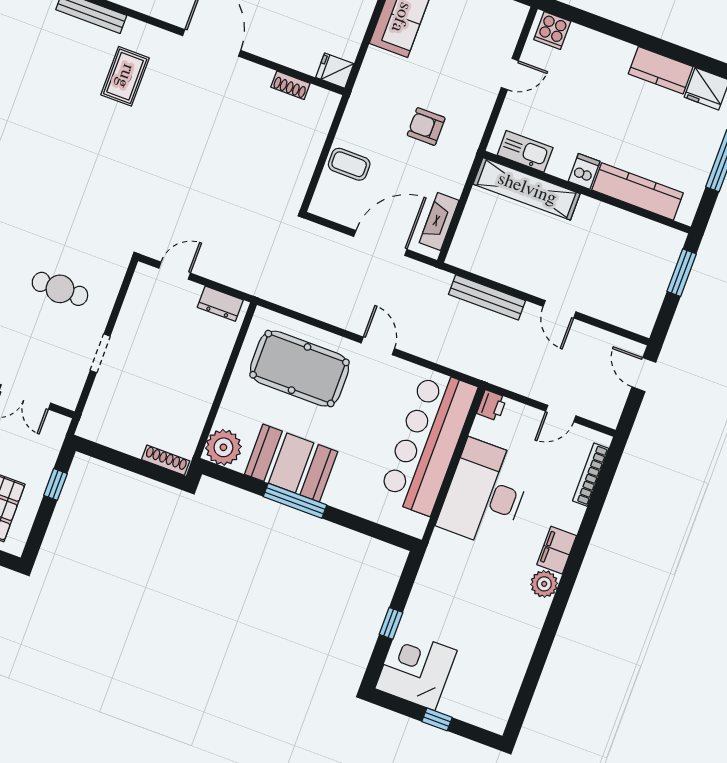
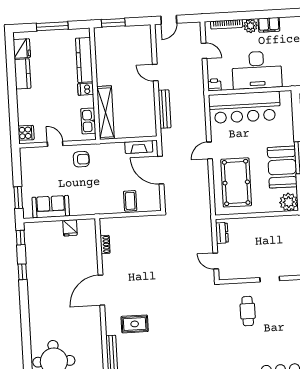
fridge: (335, 71) -> (70, 228), moved
armchair: (426, 126) -> (81, 159), moved, turned -90
door: (559, 309) -> (155, 73), swing flipped
plant: (544, 584) -> (250, 26), moved

